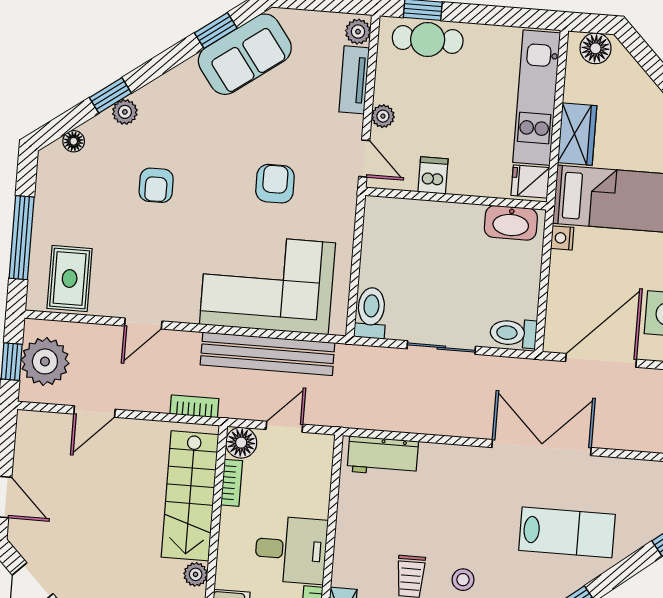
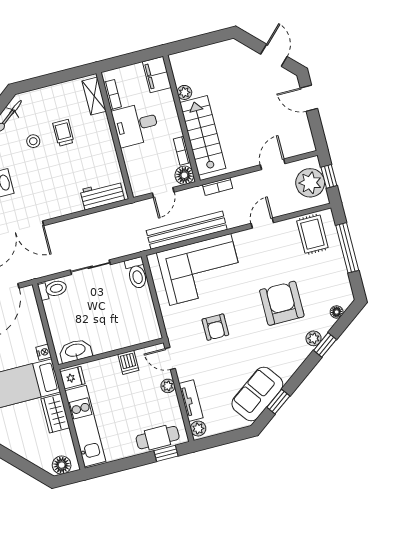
armchair: (156, 185) -> (282, 303), width x1.88, depth x1.88

